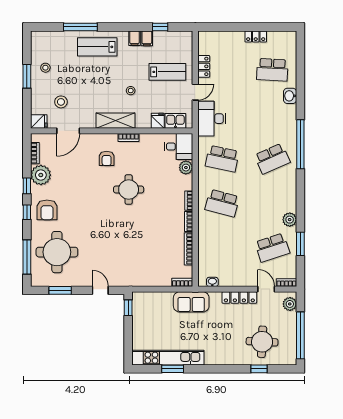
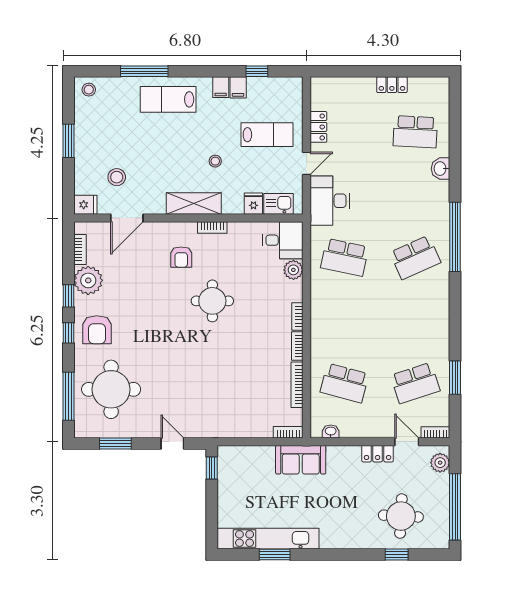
stool: (45, 68) -> (89, 90), moved
school desk: (222, 203) -> (345, 383), moved
plant: (290, 220) -> (440, 343), removed
locker: (239, 298) -> (378, 454), width x0.66

